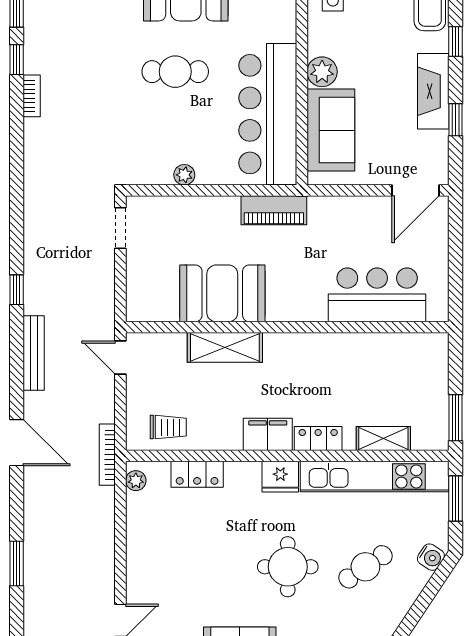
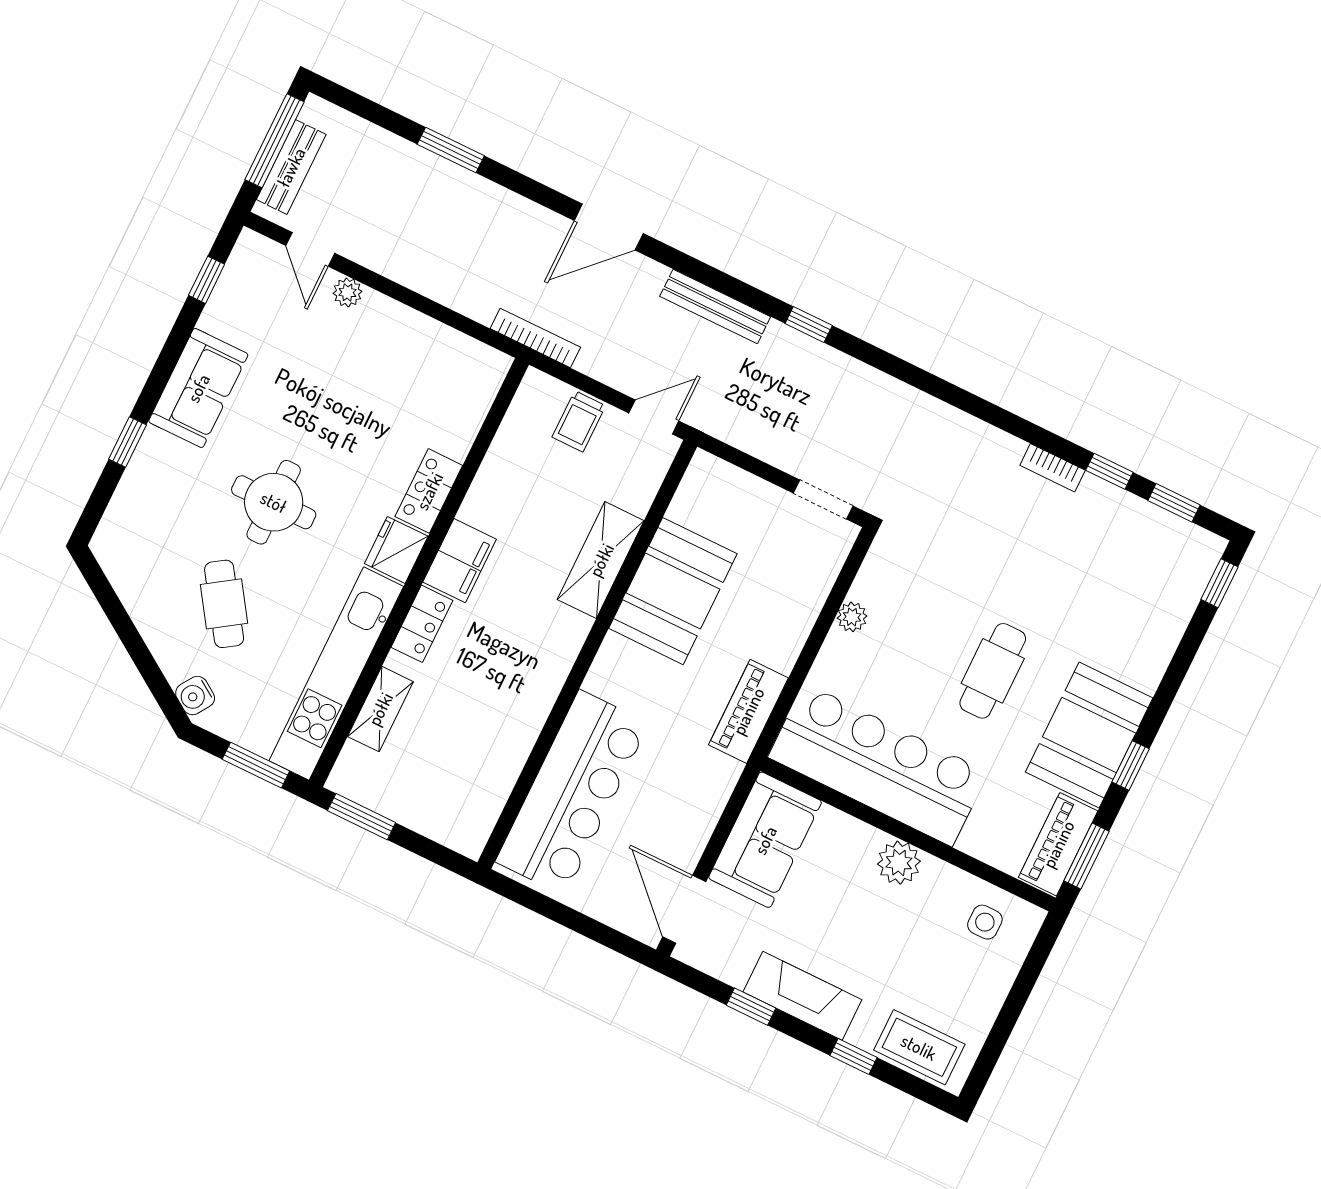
sofa: (331, 130) -> (765, 840), moved, turned -90
bar counter: (377, 295) -> (572, 792), width x1.36
trolley: (168, 427) -> (579, 421), moved
locker: (197, 474) -> (429, 491), moved
plant: (136, 481) -> (347, 292), moved

